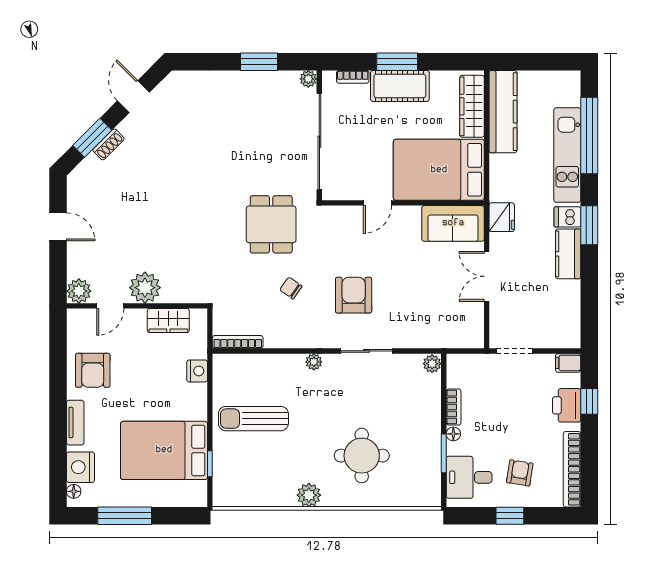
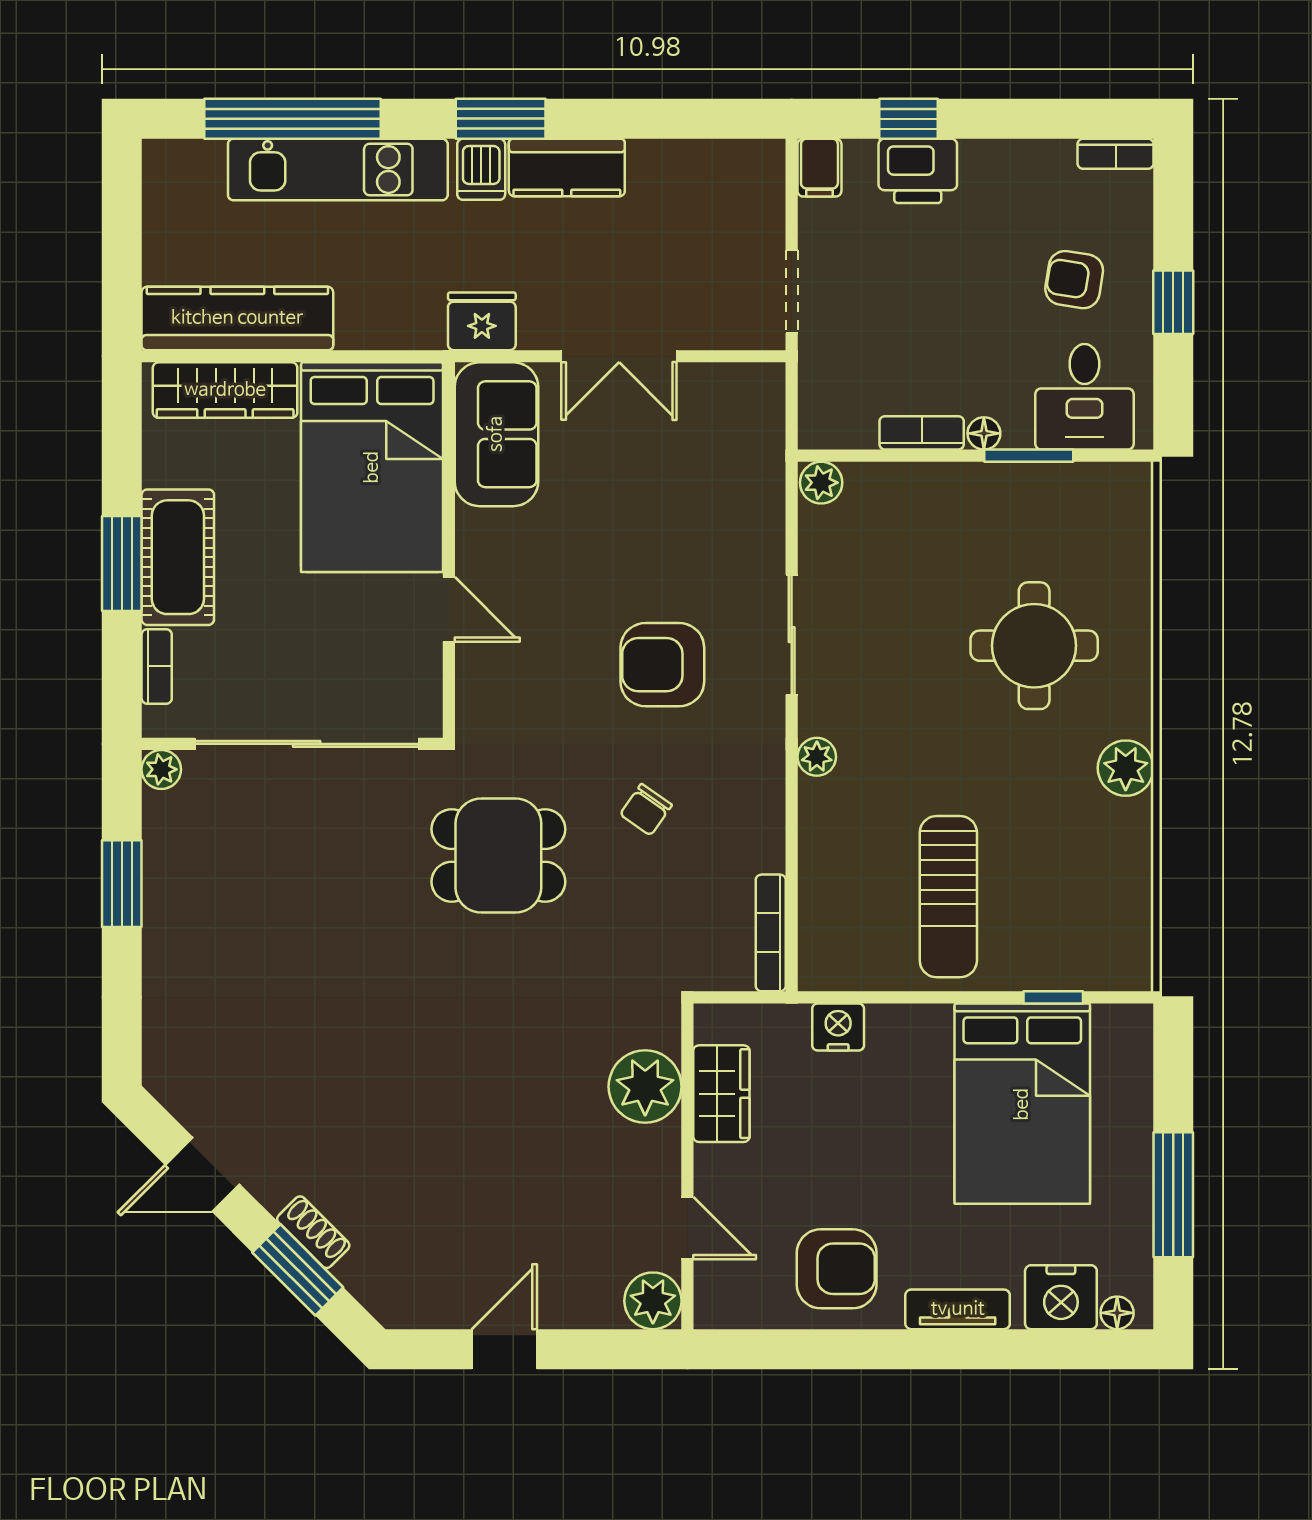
plant: (145, 288) -> (645, 1087), moved
bookcase: (572, 469) -> (1116, 154), width x0.43, depth x0.76

